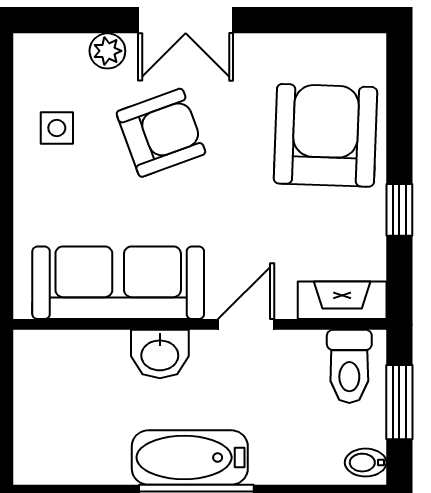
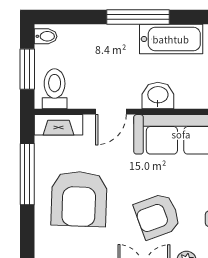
armchair: (325, 135) -> (79, 199), moved
window: (399, 210) -> (27, 174), width x2.17
bathtub: (190, 457) -> (171, 39), moved

